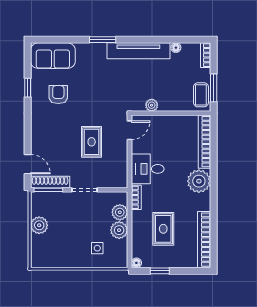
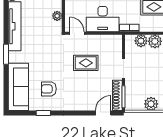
sofa: (53, 56) -> (18, 87), width x1.36
desk: (148, 169) -> (103, 19), width x1.37

